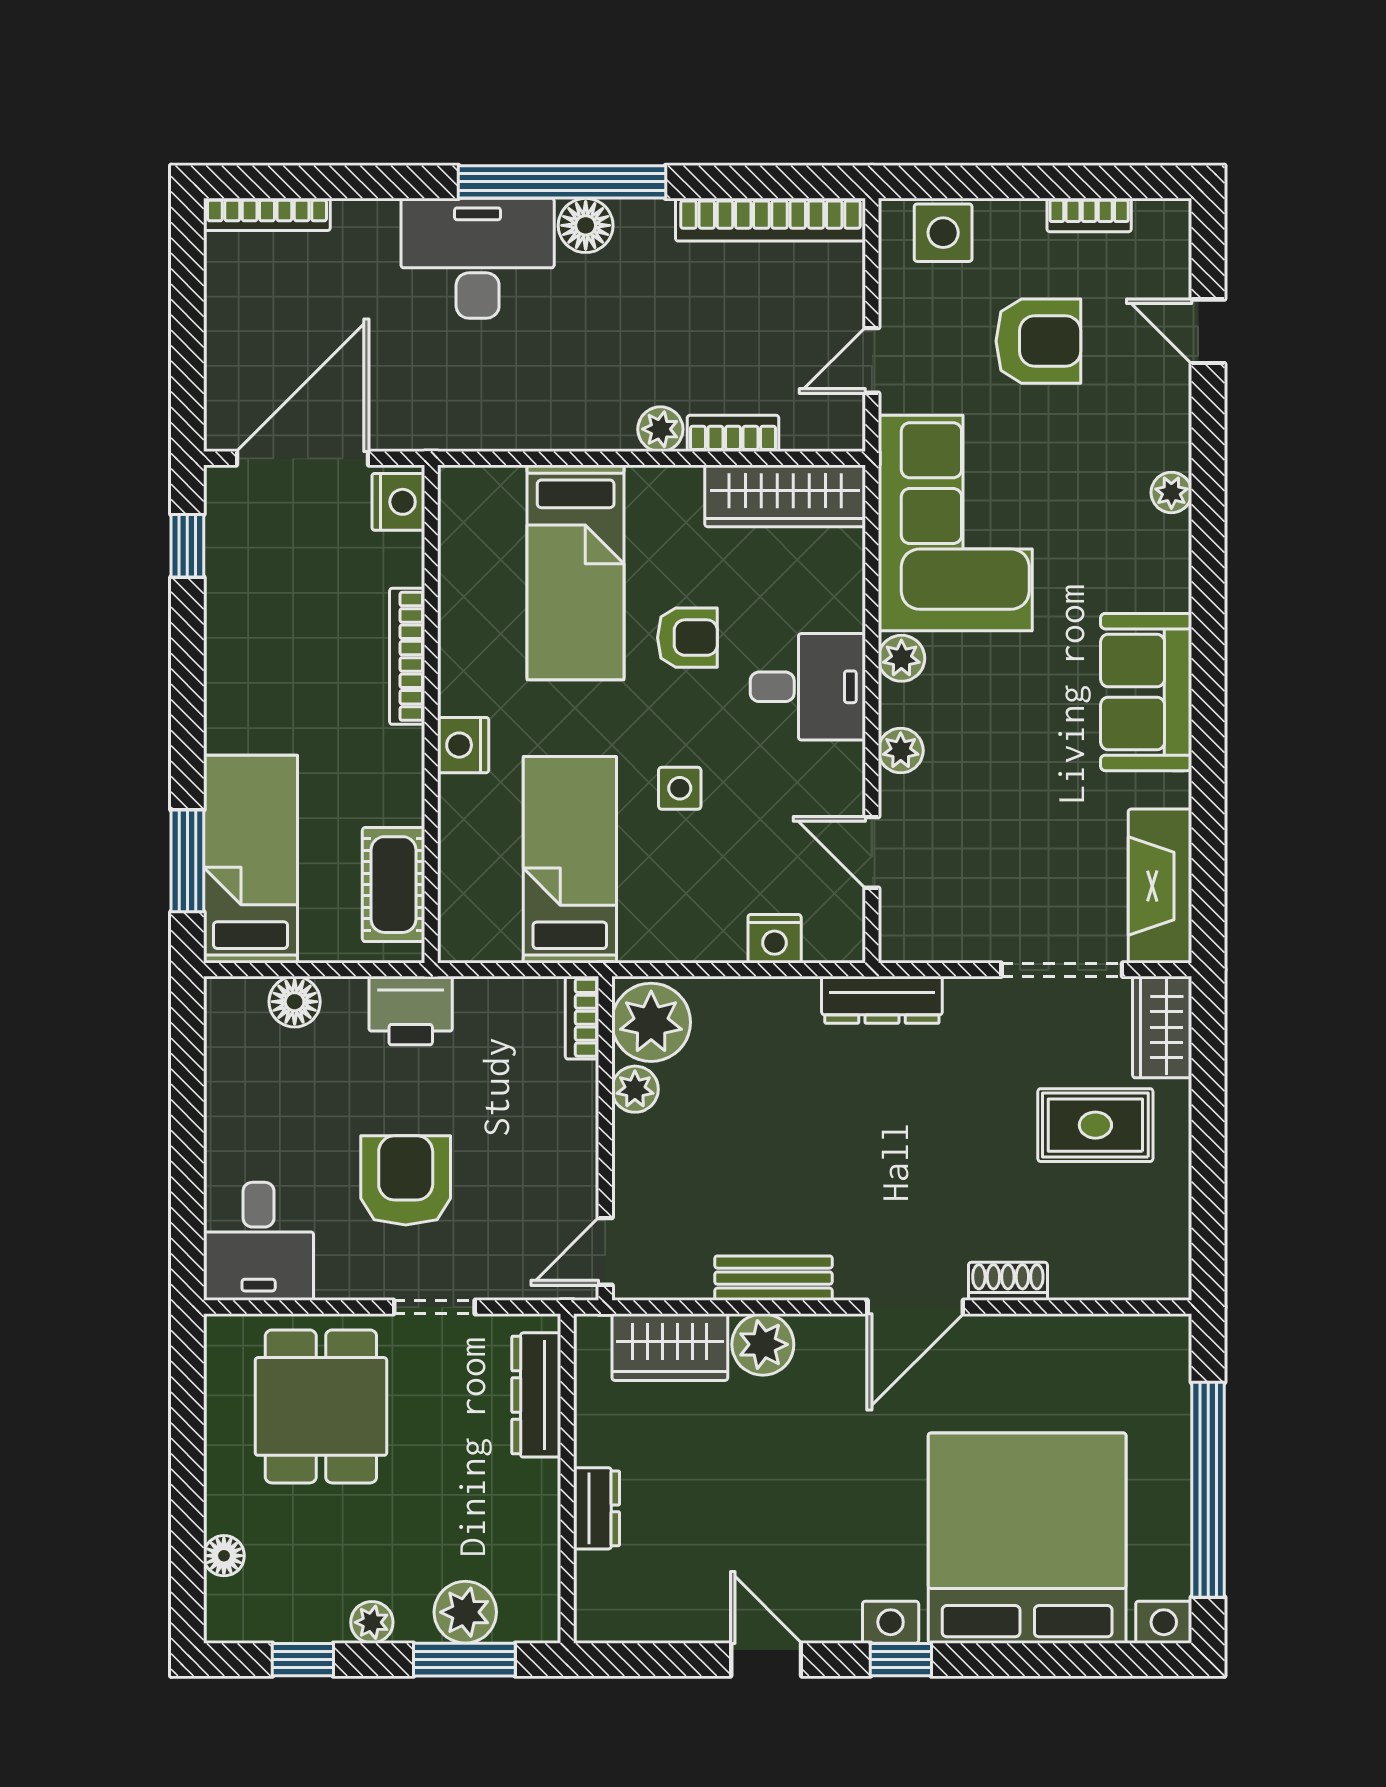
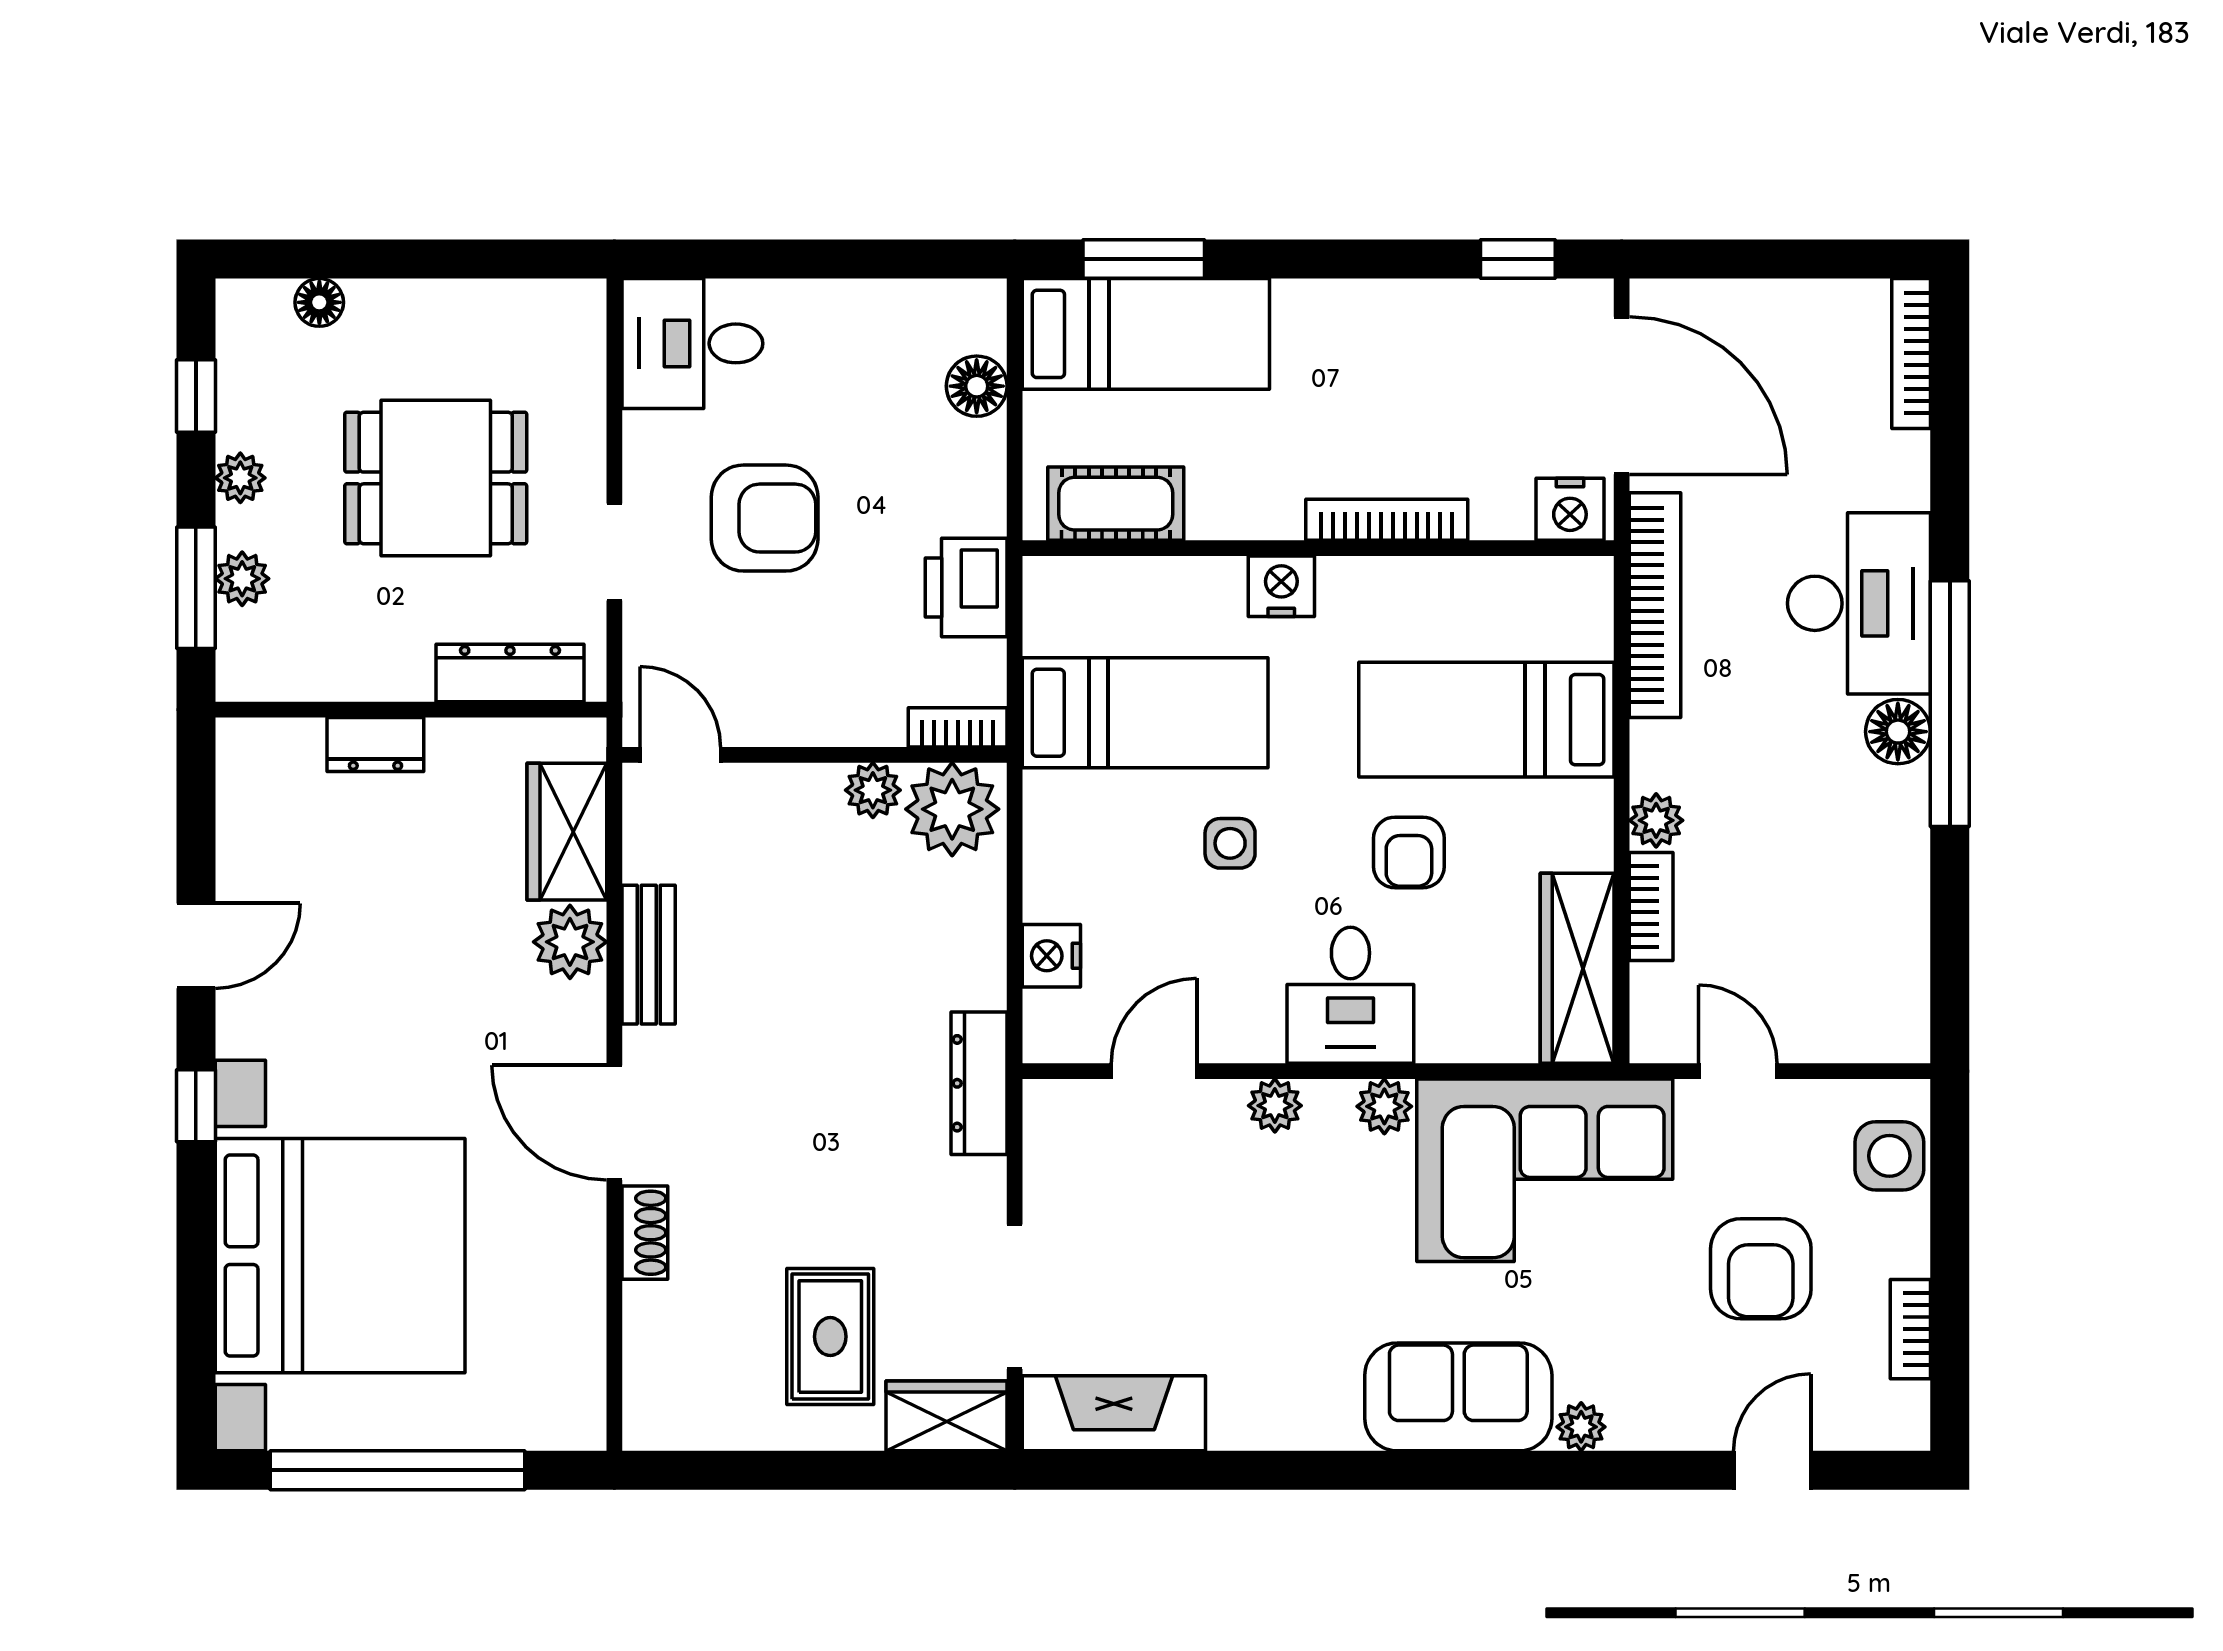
bookcase: (770, 220) -> (1655, 605), moved, turned 180
sofa: (1146, 692) -> (1458, 1397), moved
printer: (411, 1011) -> (966, 587), moved
dining table: (321, 1406) -> (436, 478), moved
plant: (465, 1612) -> (242, 579), width x0.73, depth x0.73

